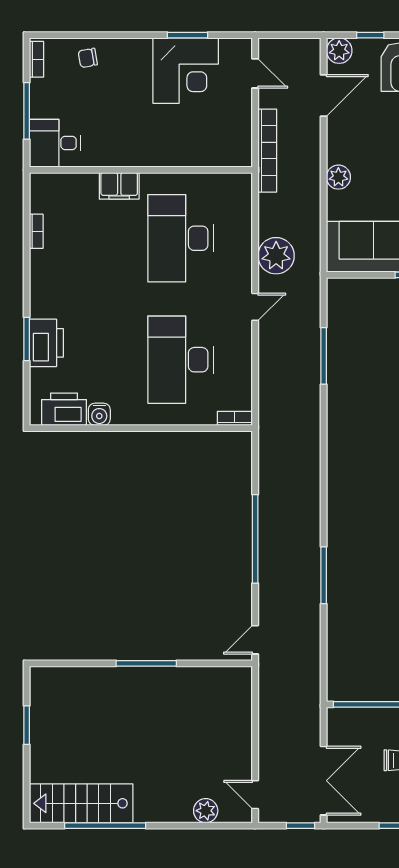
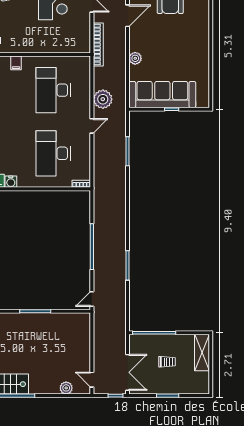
filing cabinet: (119, 186) -> (16, 63), width x0.50

